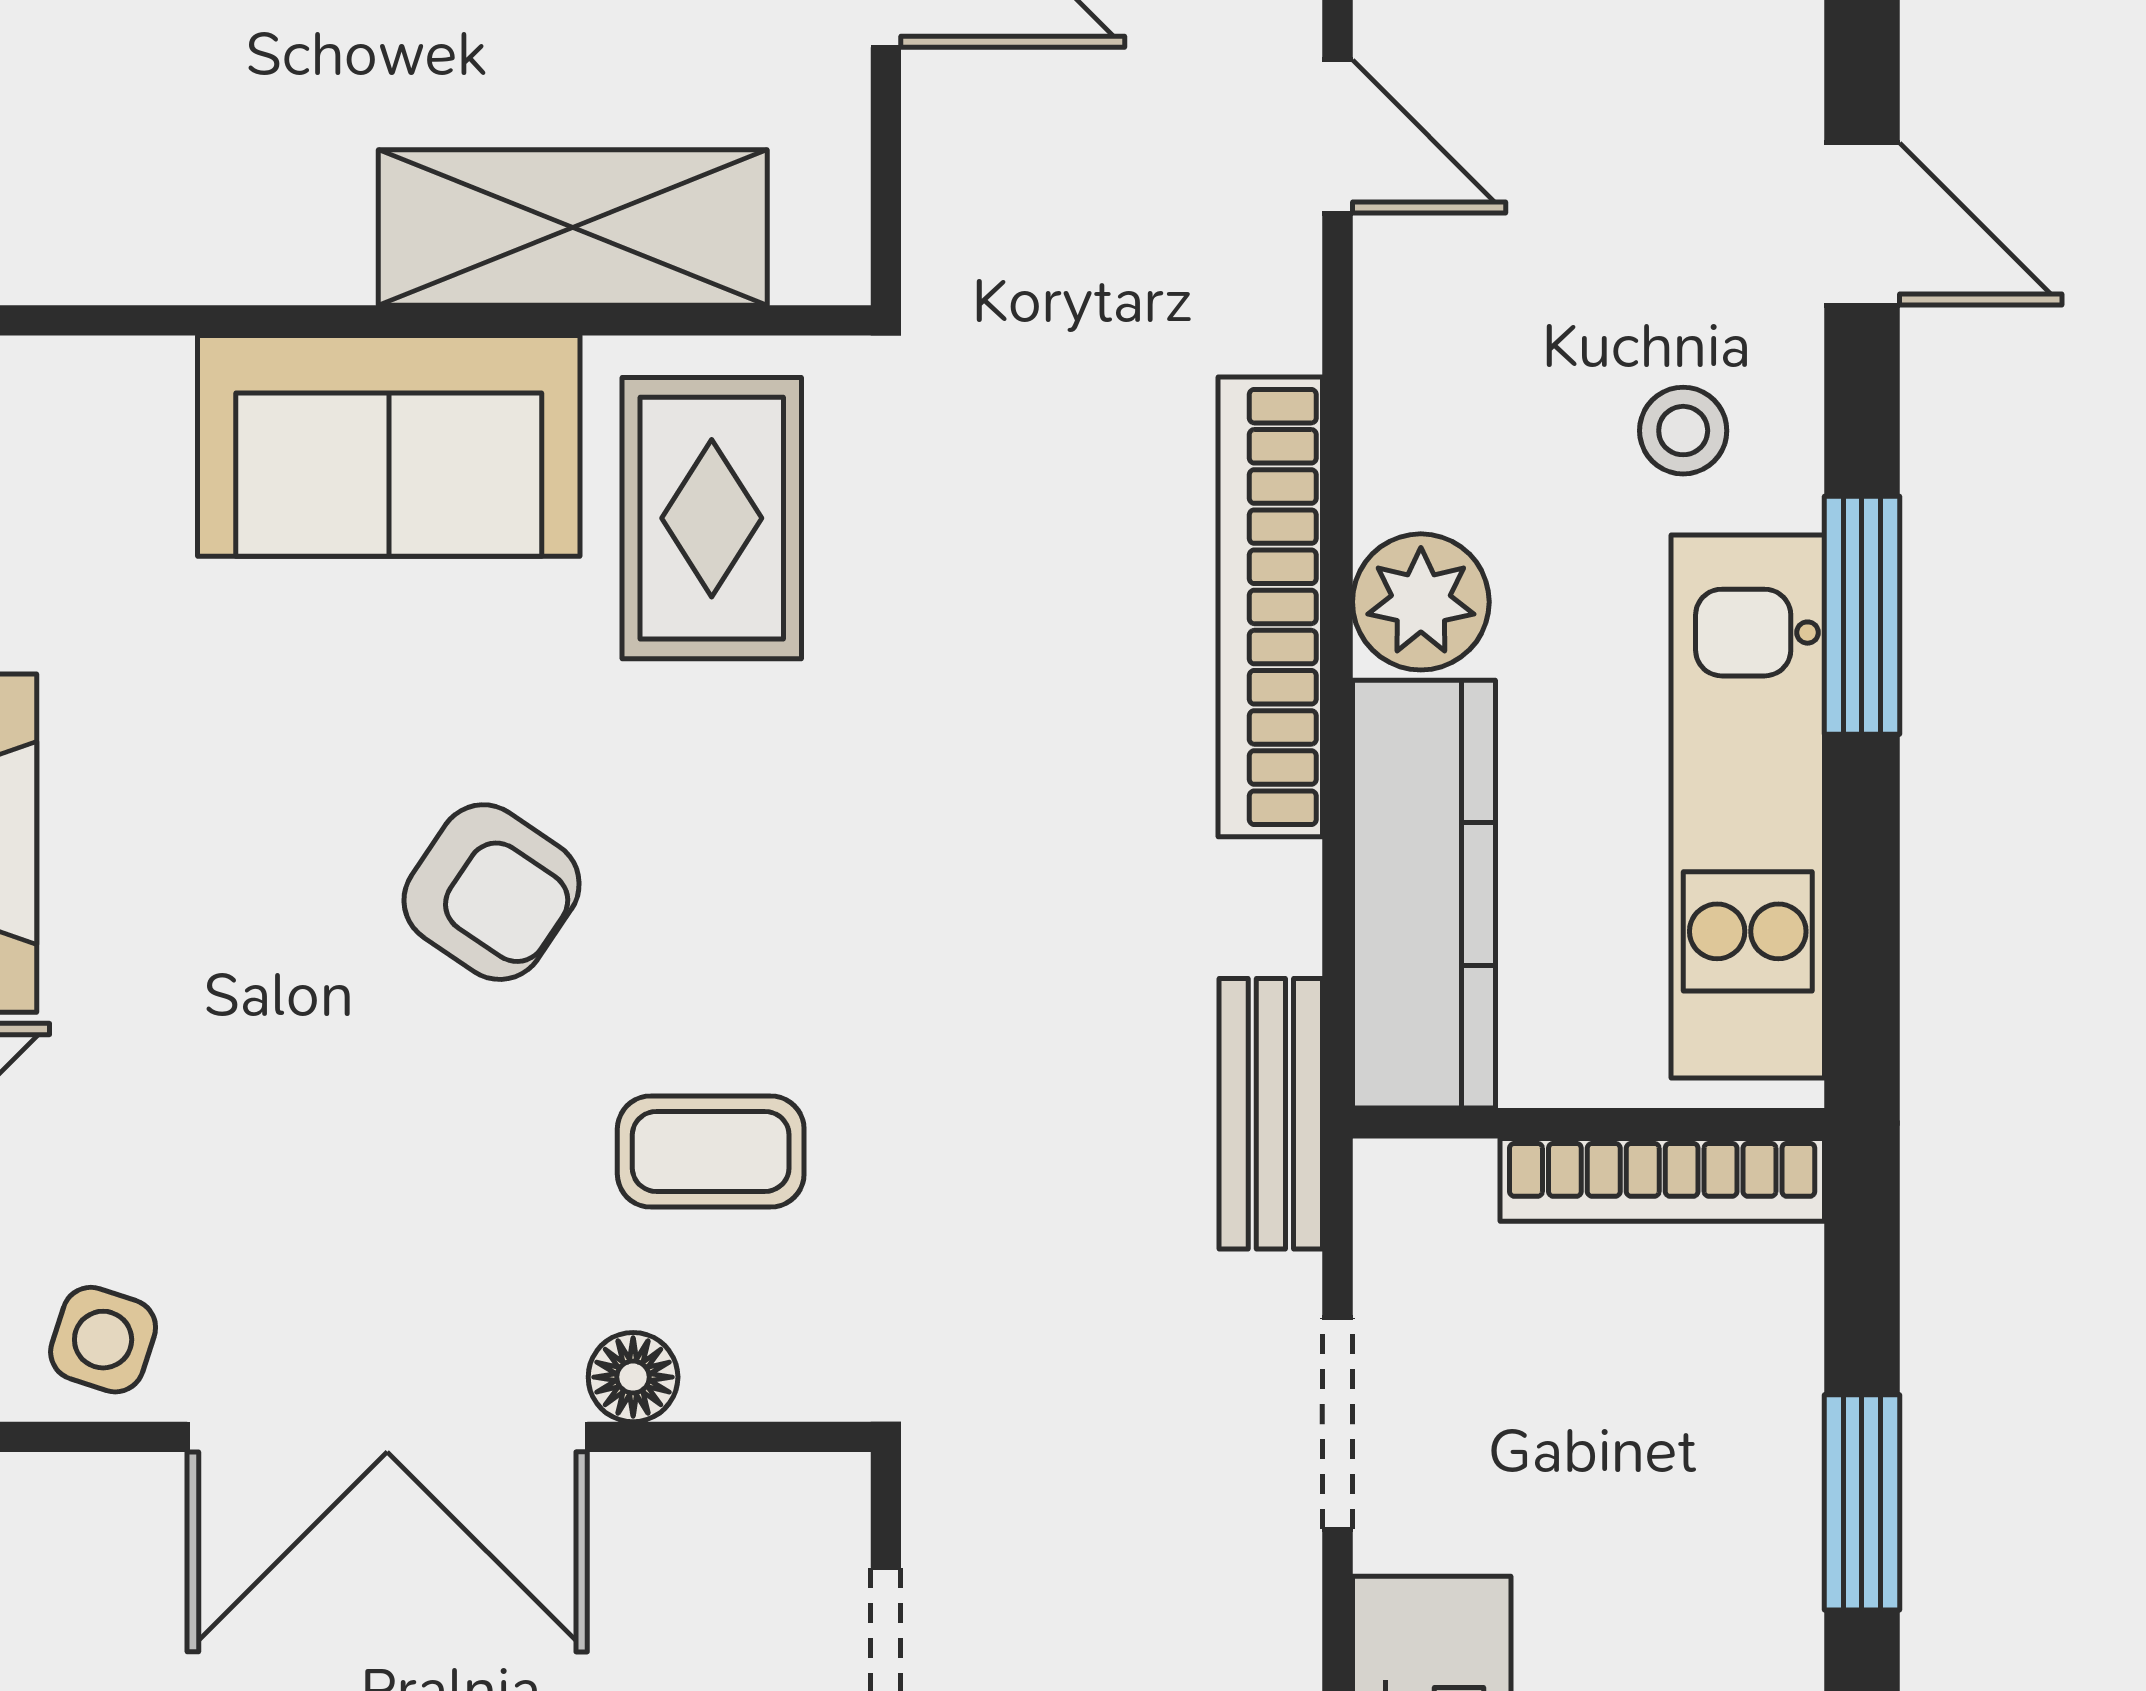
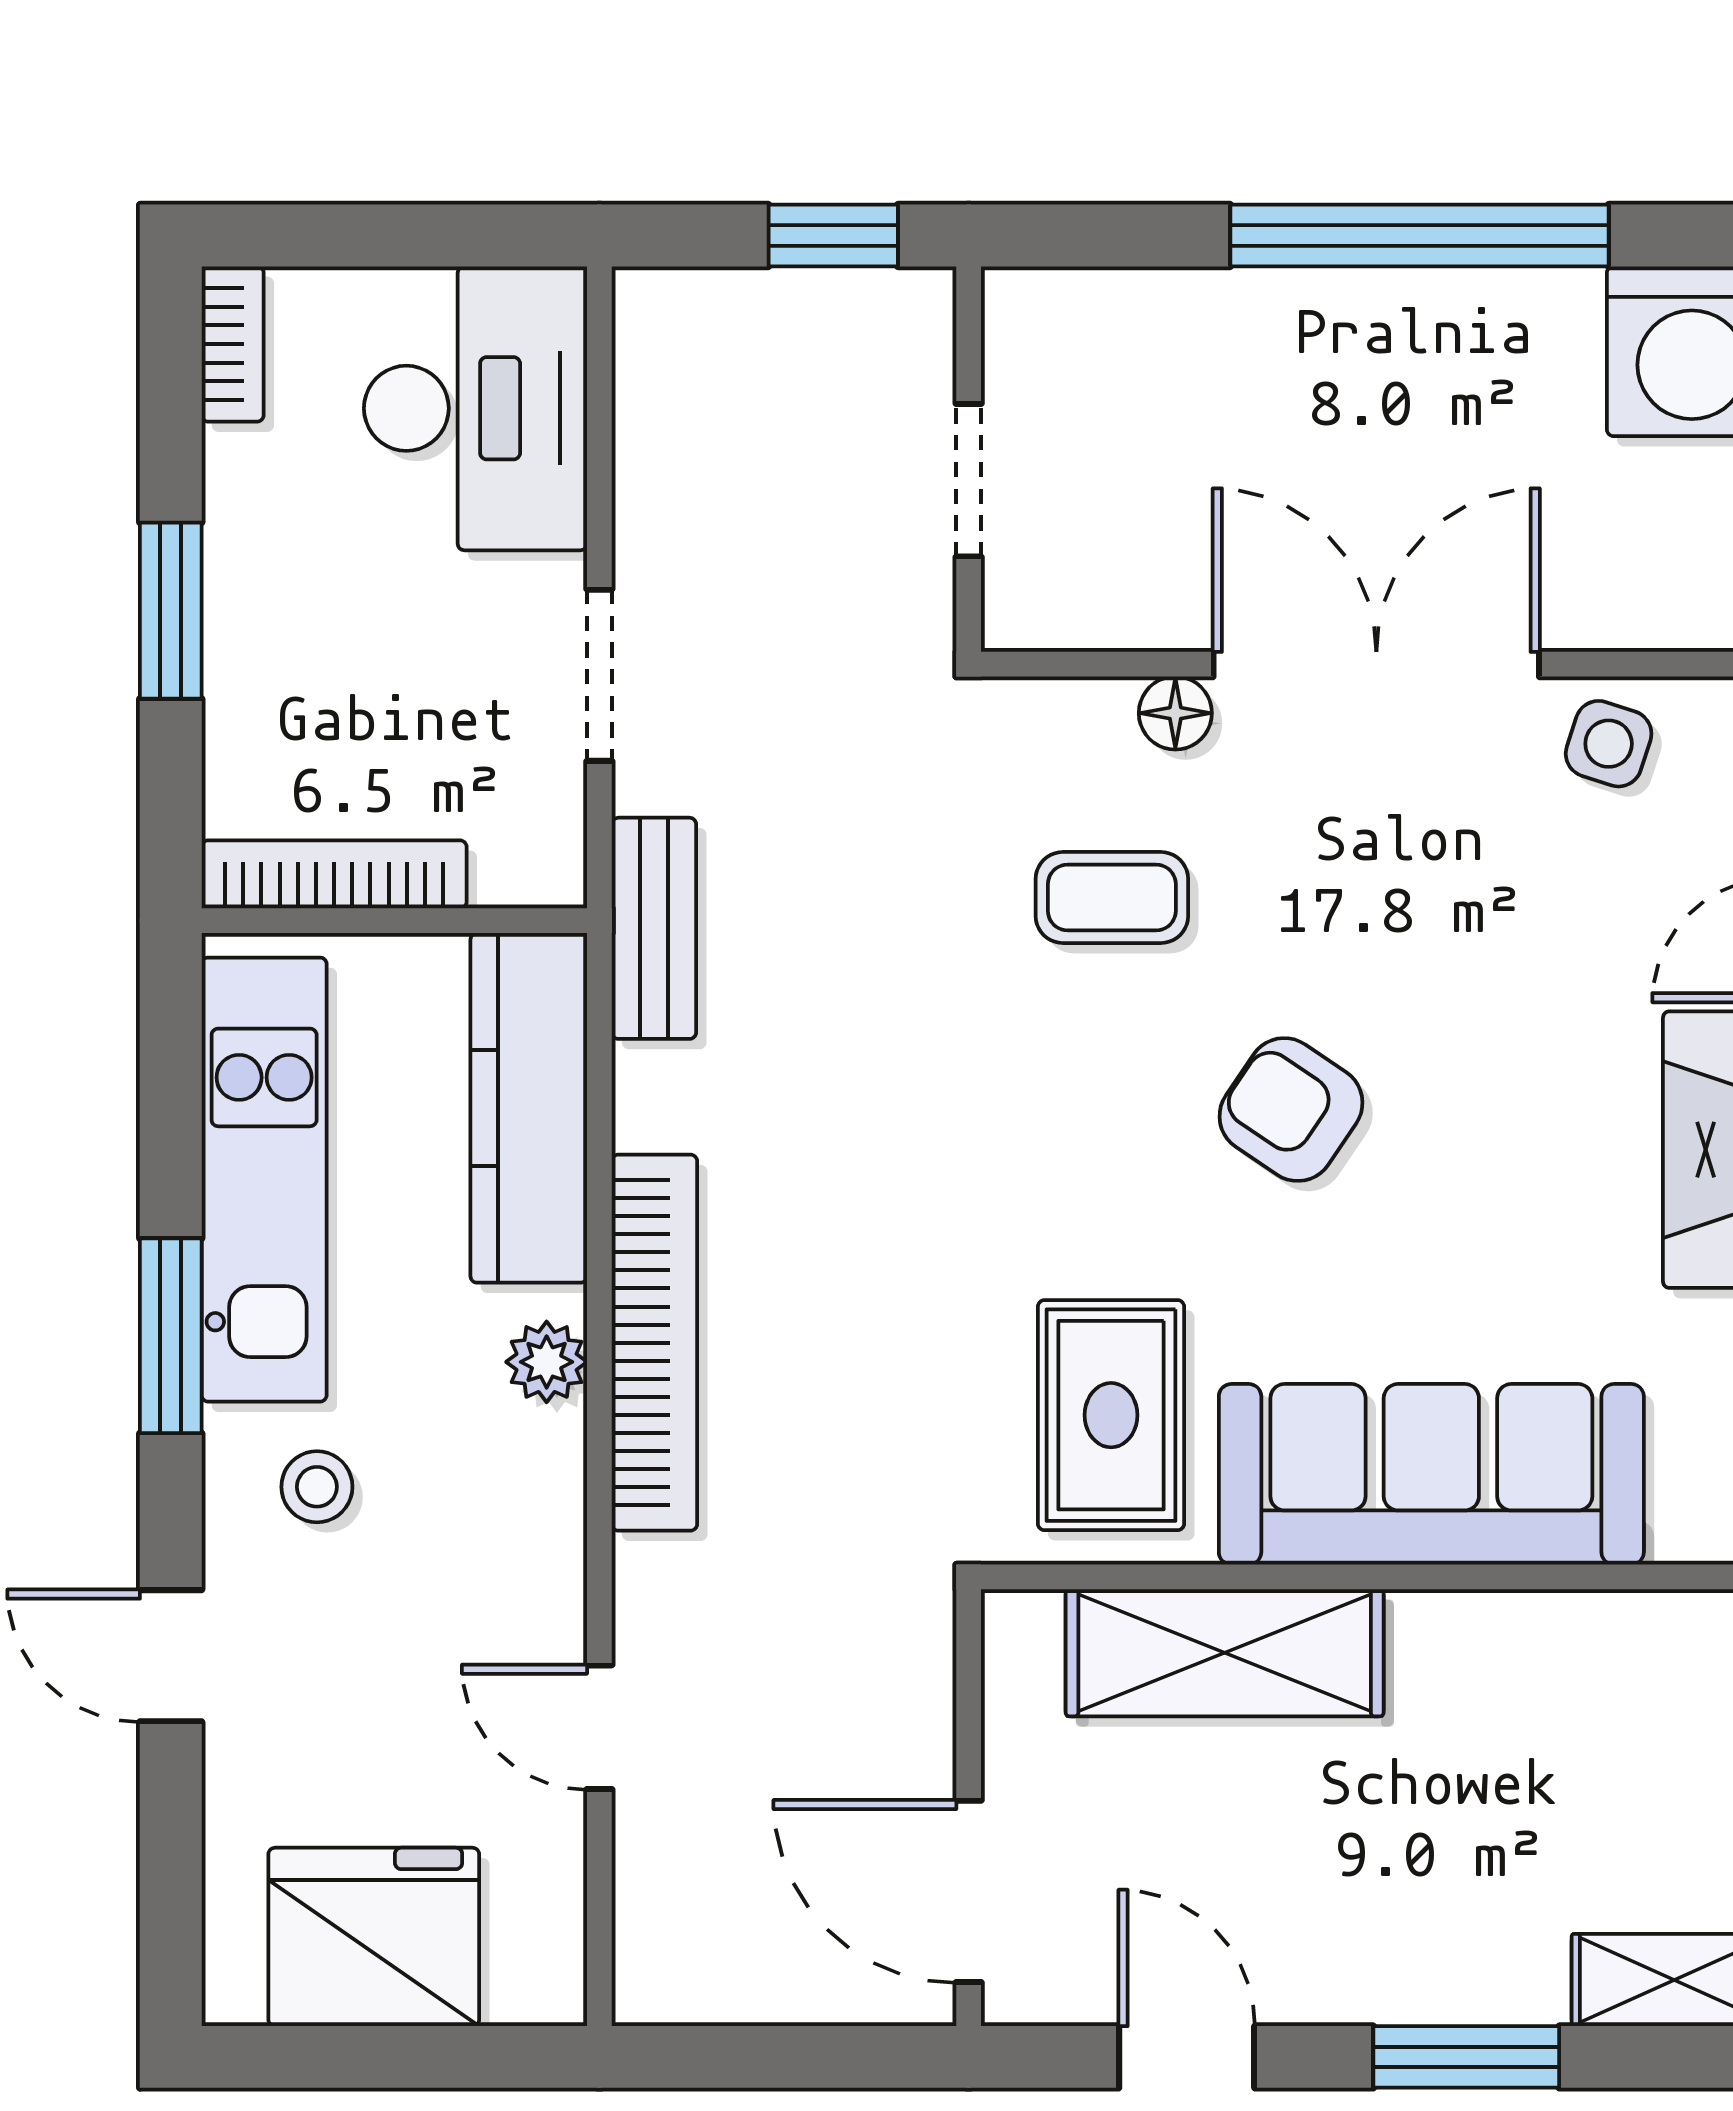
sofa: (389, 446) -> (1431, 1474), width x1.36
plant: (1421, 602) -> (547, 1362), width x0.73, depth x0.73

